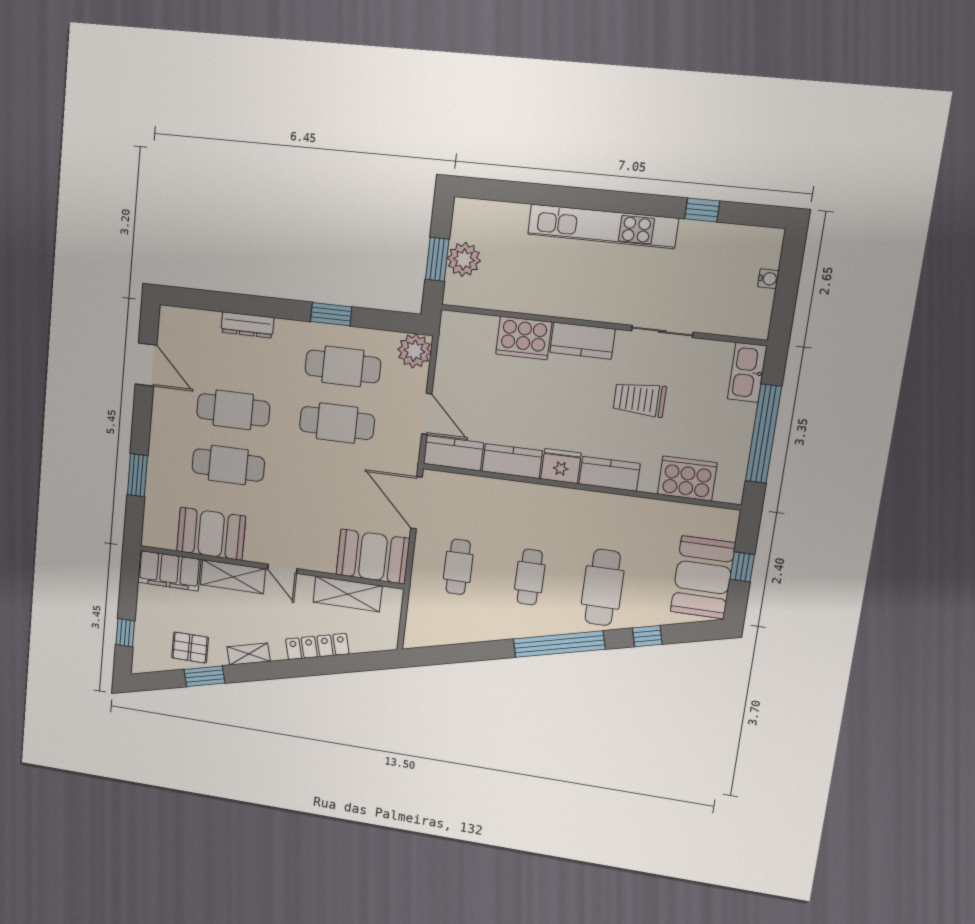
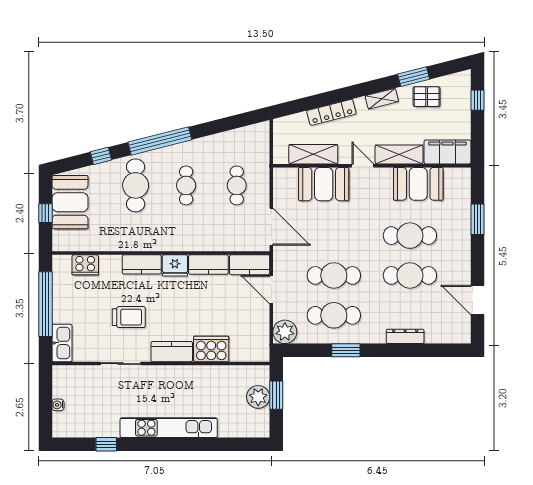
cooker: (687, 478) -> (85, 265), width x0.73, depth x0.76
booth: (373, 557) -> (324, 184), moved

